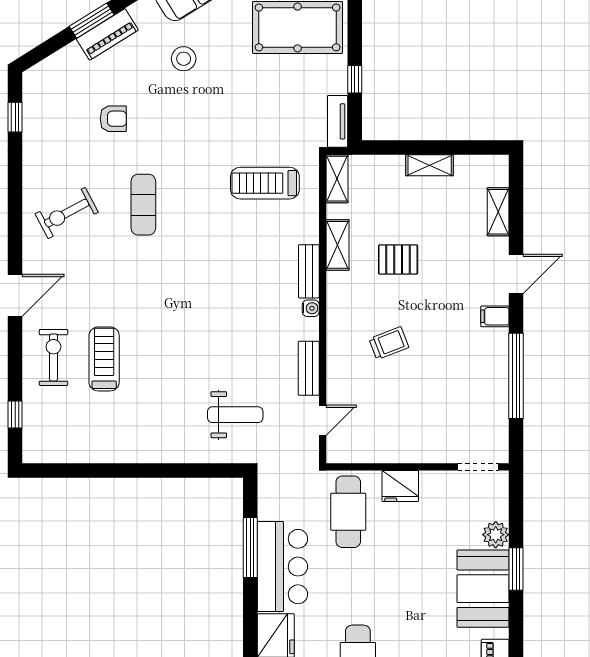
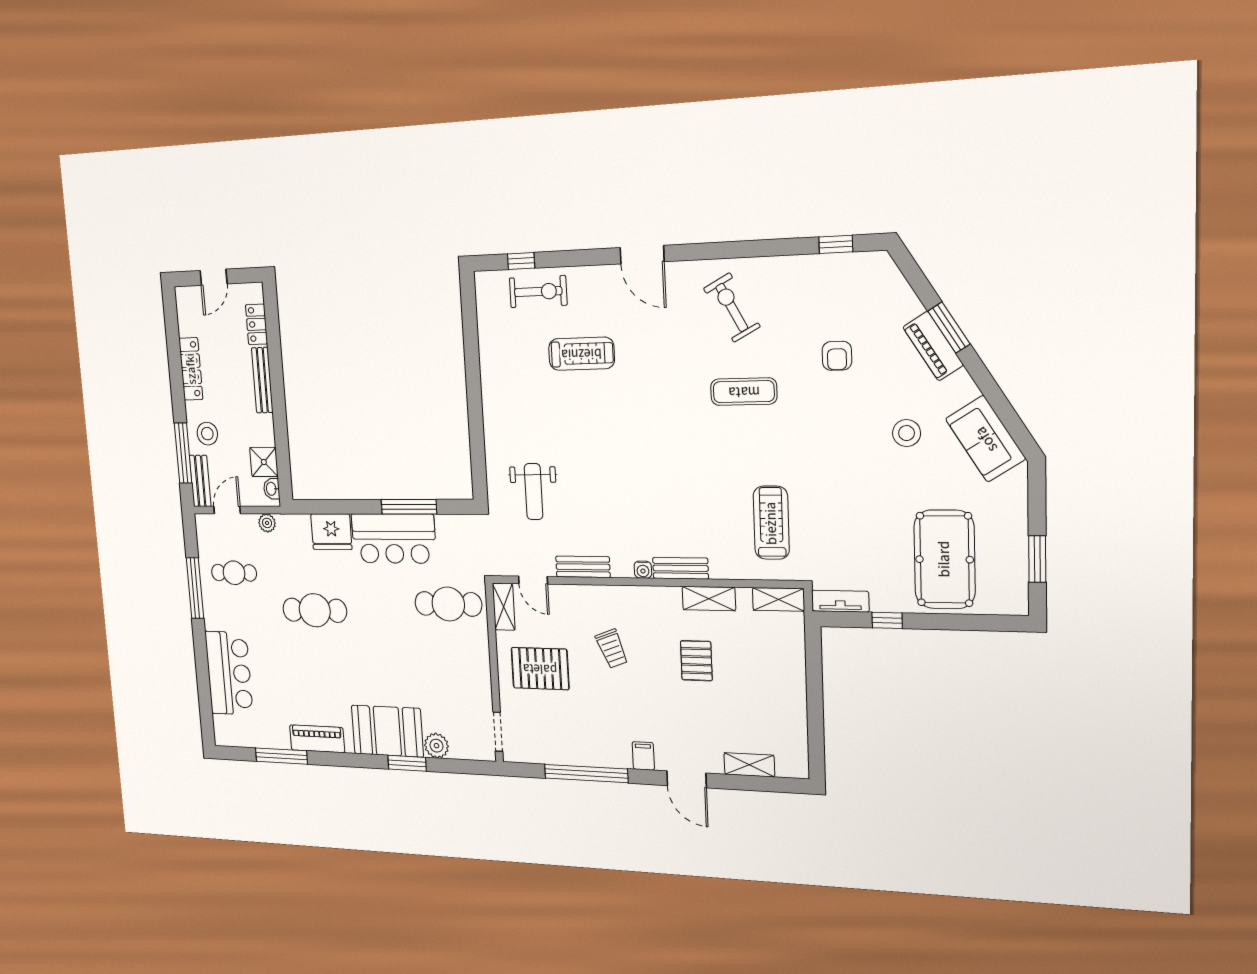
shelving: (430, 165) -> (504, 607), moved
exercise bike: (53, 357) -> (538, 292), moved
pallet: (411, 418) -> (540, 669), added
fridge: (400, 486) -> (475, 656), removed

